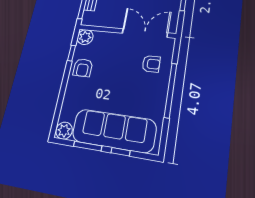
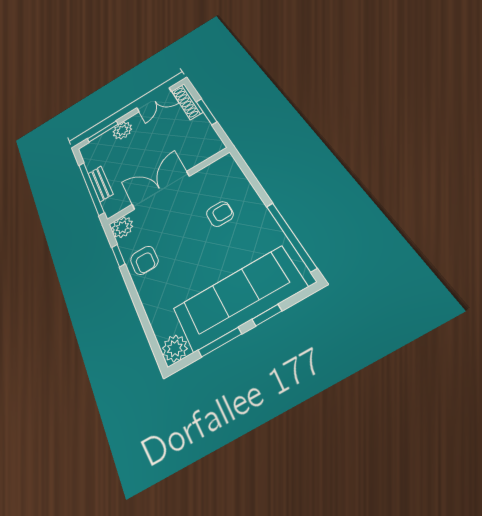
double door: (145, 33) -> (160, 190), moved
armchair: (151, 64) -> (220, 214), moved
window: (171, 90) -> (291, 236), moved

